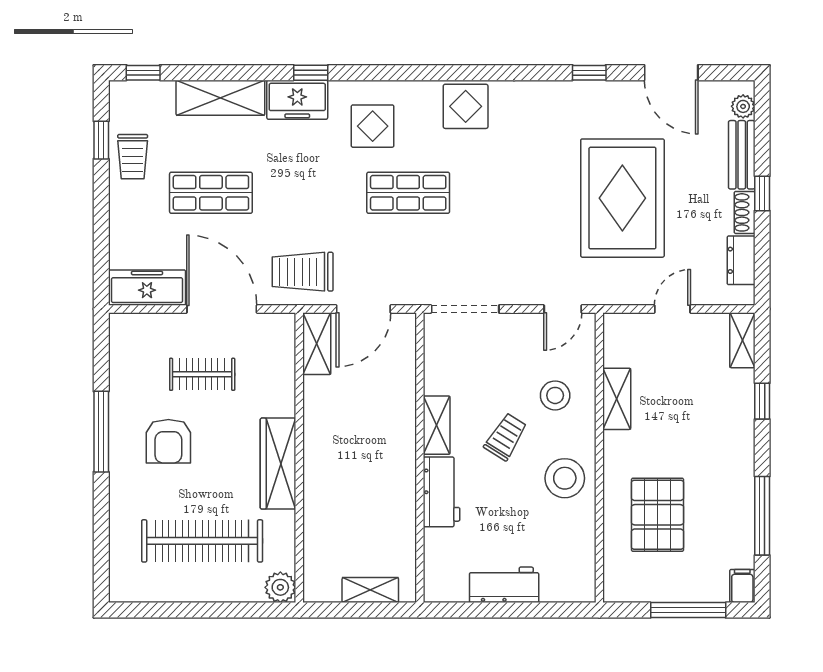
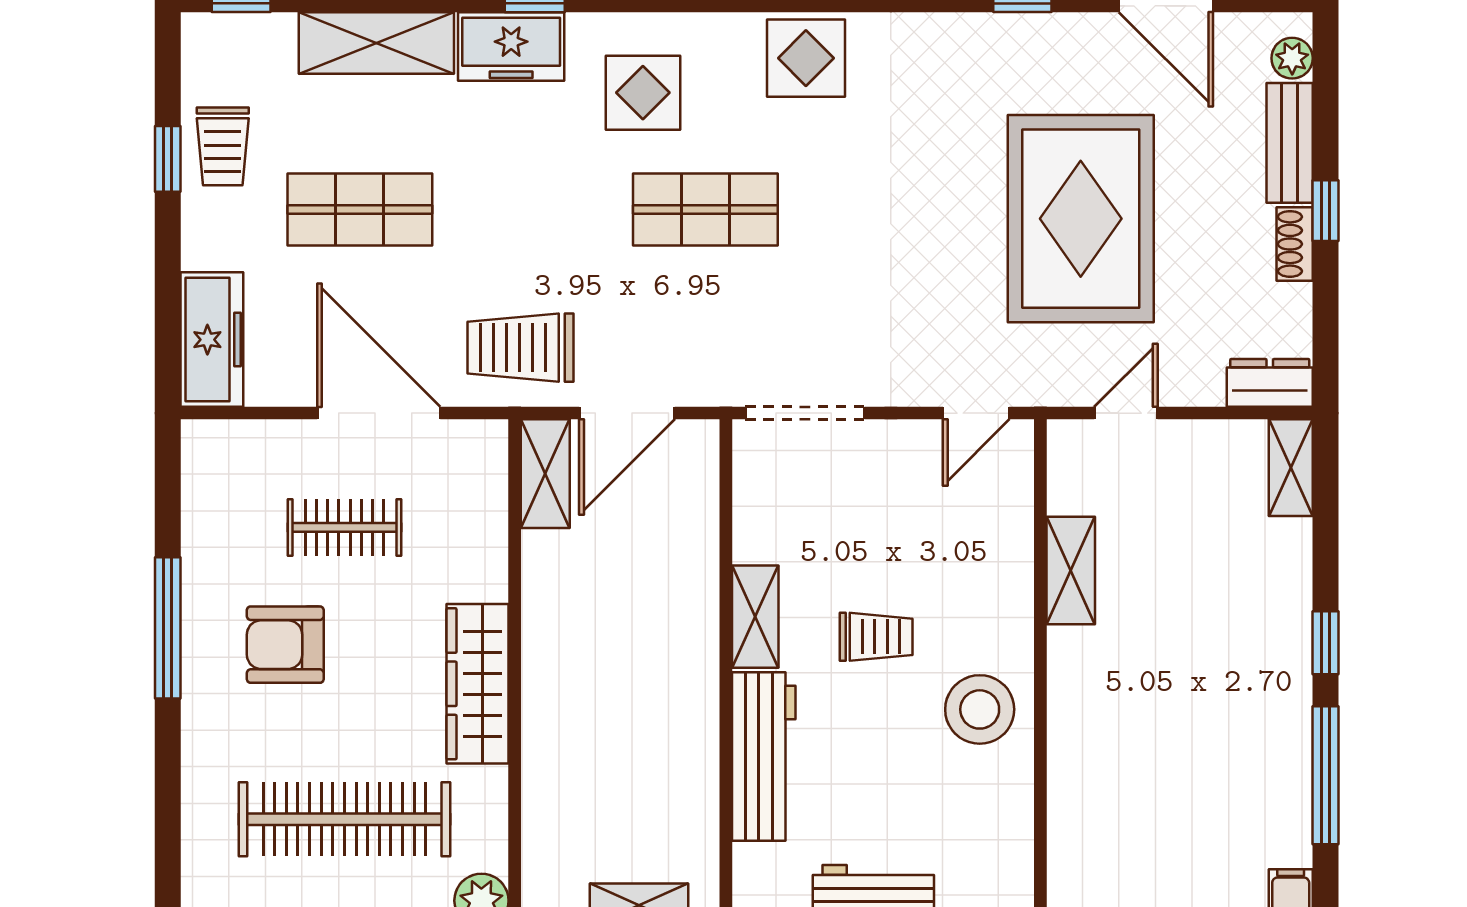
window: (101, 140) -> (168, 159), moved
dresser: (741, 260) -> (1270, 383), moved, turned 90
freezer: (147, 288) -> (212, 340), moved, turned 90
door: (672, 309) -> (1126, 413), moved
stool: (555, 395) -> (963, 565), removed
window: (762, 401) -> (1325, 643), moved
trolley: (506, 437) -> (876, 637), turned 58
armchair: (168, 441) -> (285, 645), turned 90
workbench: (442, 492) -> (764, 756), width x1.38
pallet: (657, 515) -> (1142, 774), removed

